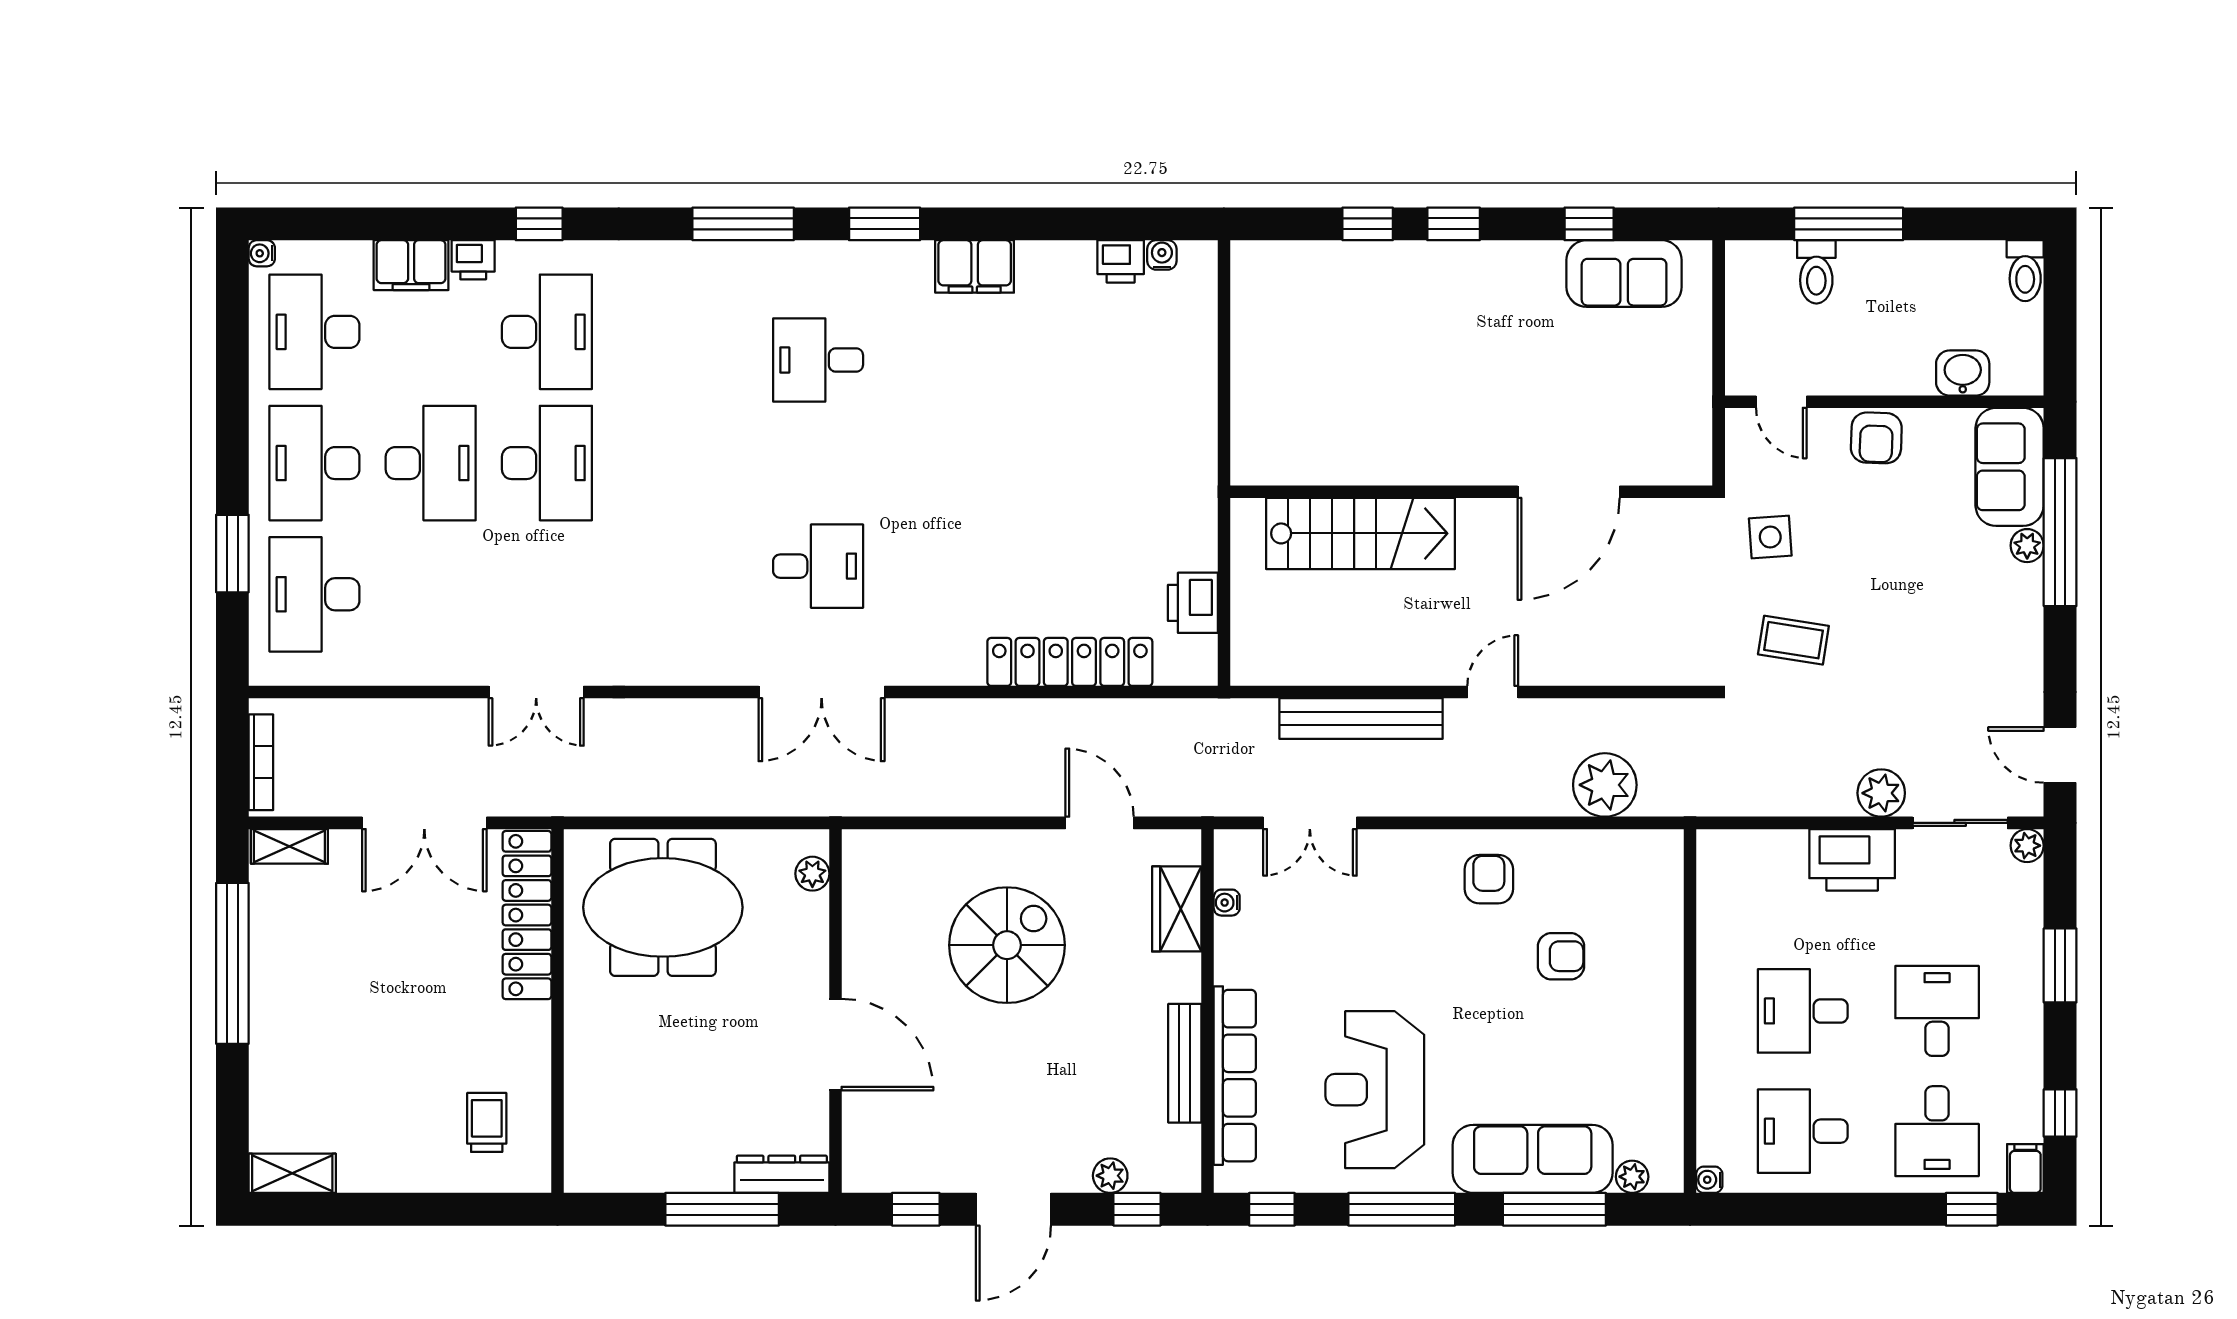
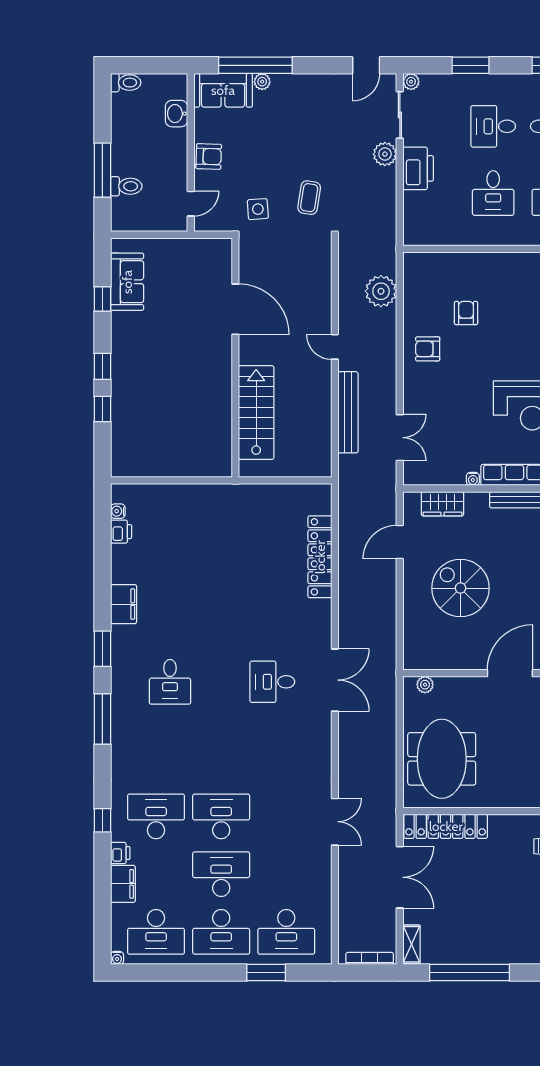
desk: (818, 566) -> (272, 682), turned -90
printer: (1193, 603) -> (291, 496), removed
water cooler: (1227, 903) -> (473, 479), moved

